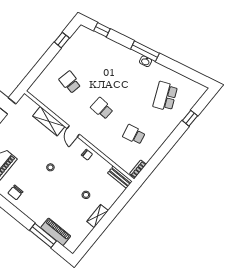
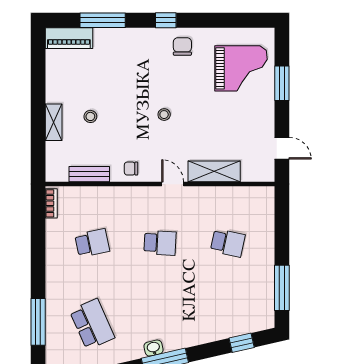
window: (62, 40) -> (282, 288), width x2.17
window: (190, 118) -> (38, 322), width x2.17
bench: (120, 177) -> (89, 174), moved
window: (13, 211) -> (166, 20), added
shelving: (98, 216) -> (54, 122), moved
piano: (56, 232) -> (69, 38), moved

